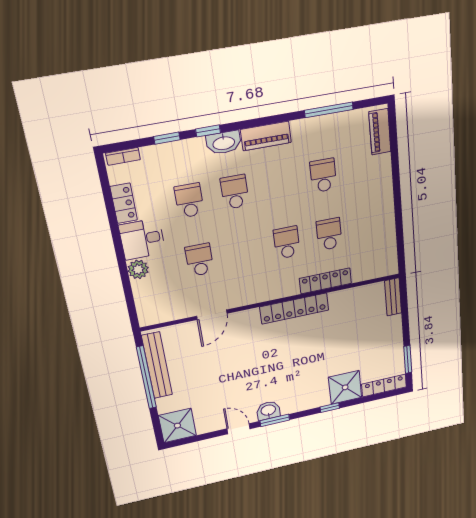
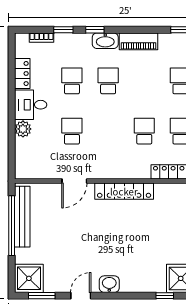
bookcase: (123, 156) -> (41, 38), moved
locker: (294, 308) -> (124, 191), moved
window: (275, 420) -> (42, 296), moved
door: (239, 429) -> (81, 296), hinge flipped

